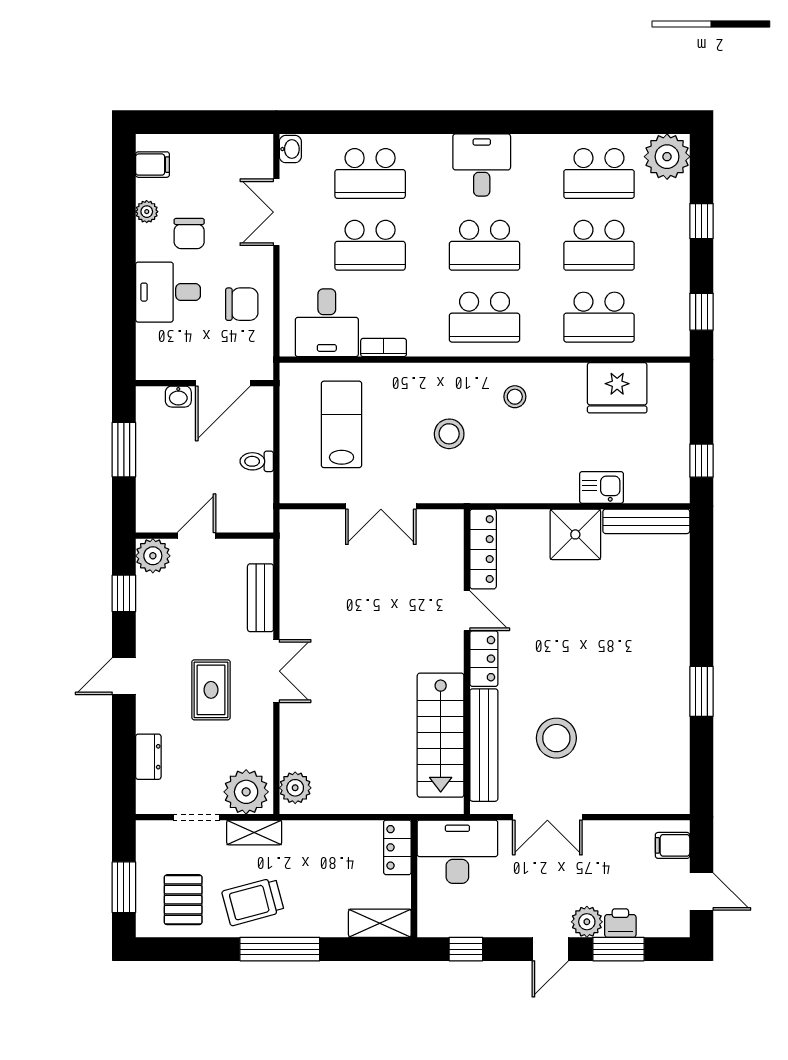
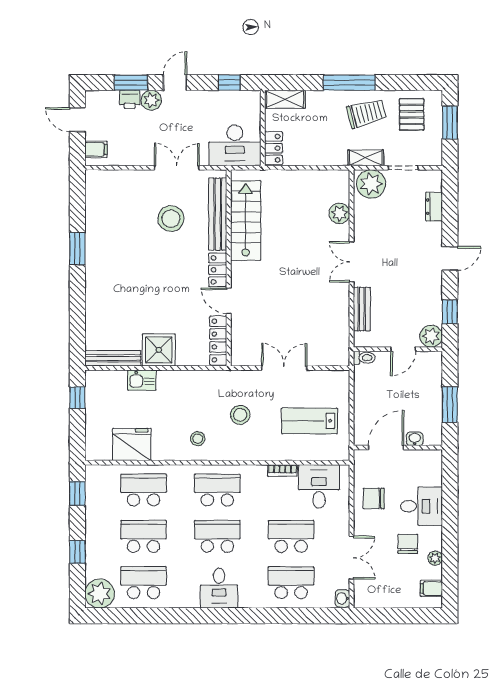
lab bench: (342, 424) -> (309, 421), turned 90
toilet: (257, 461) -> (364, 358), moved
rug: (211, 690) -> (394, 250), removed
plant: (295, 788) -> (339, 213), moved

